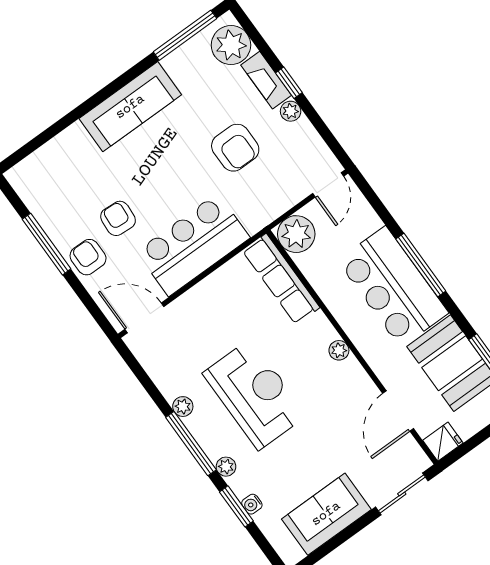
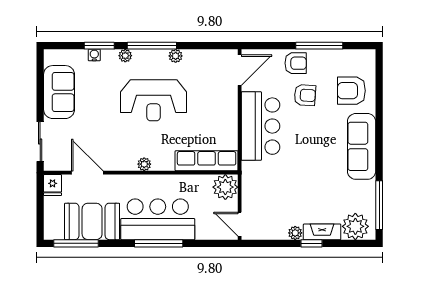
armchair: (235, 148) -> (351, 91), moved

